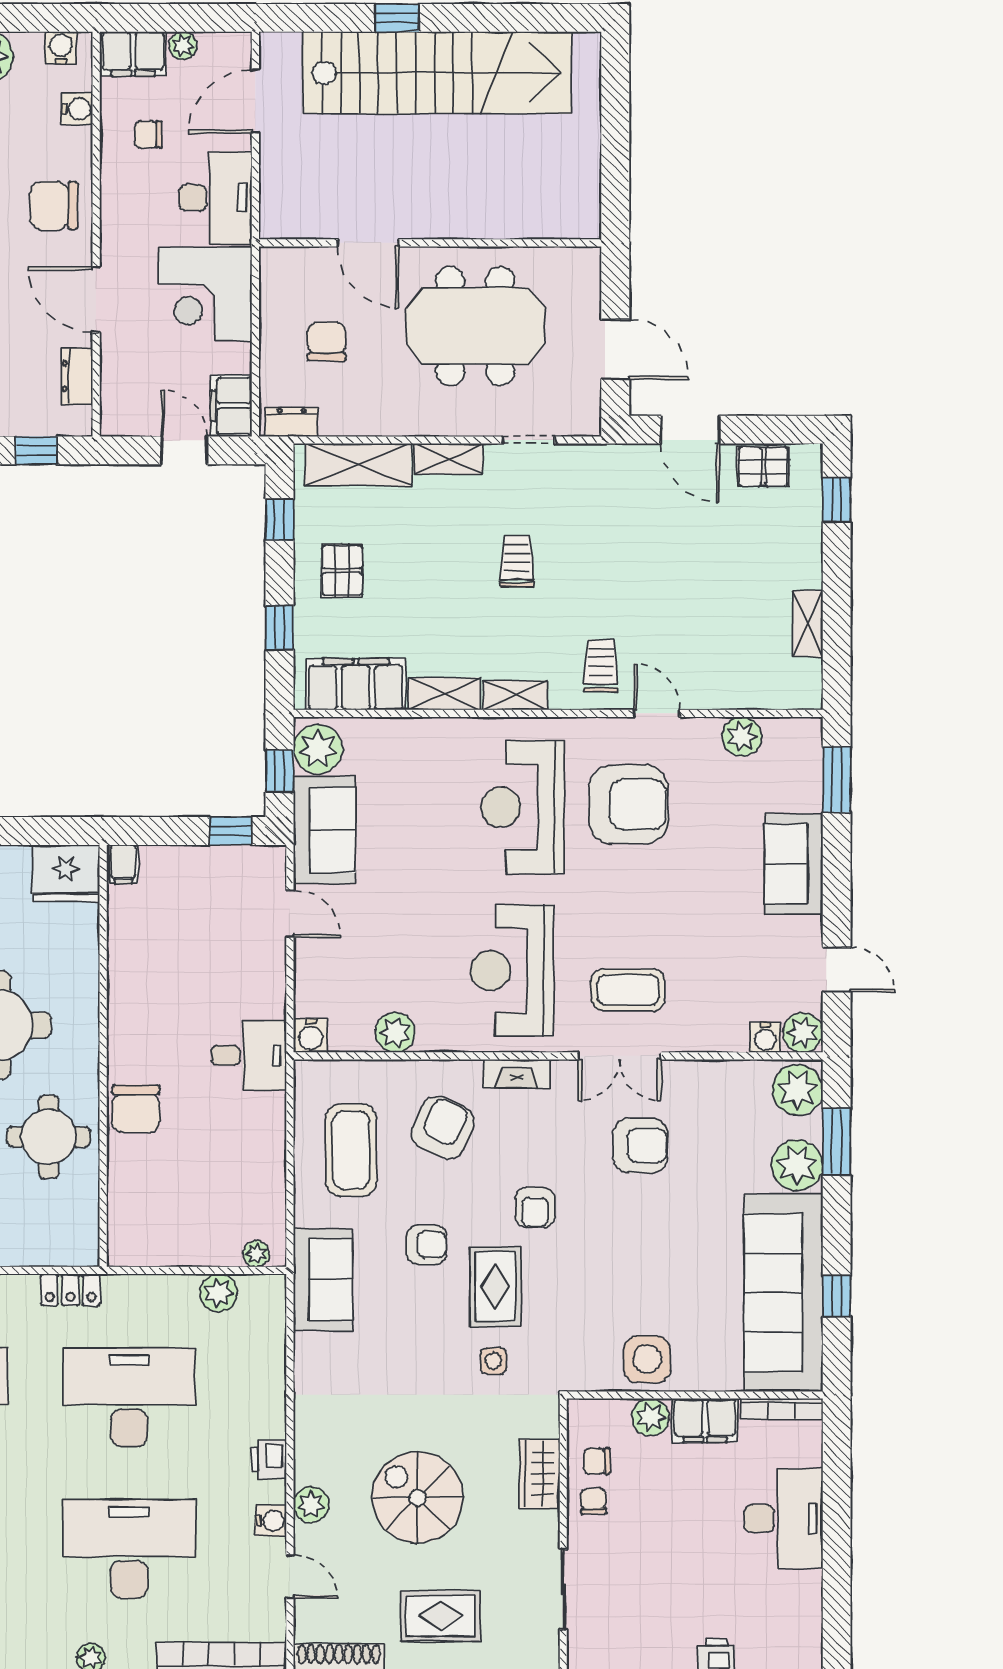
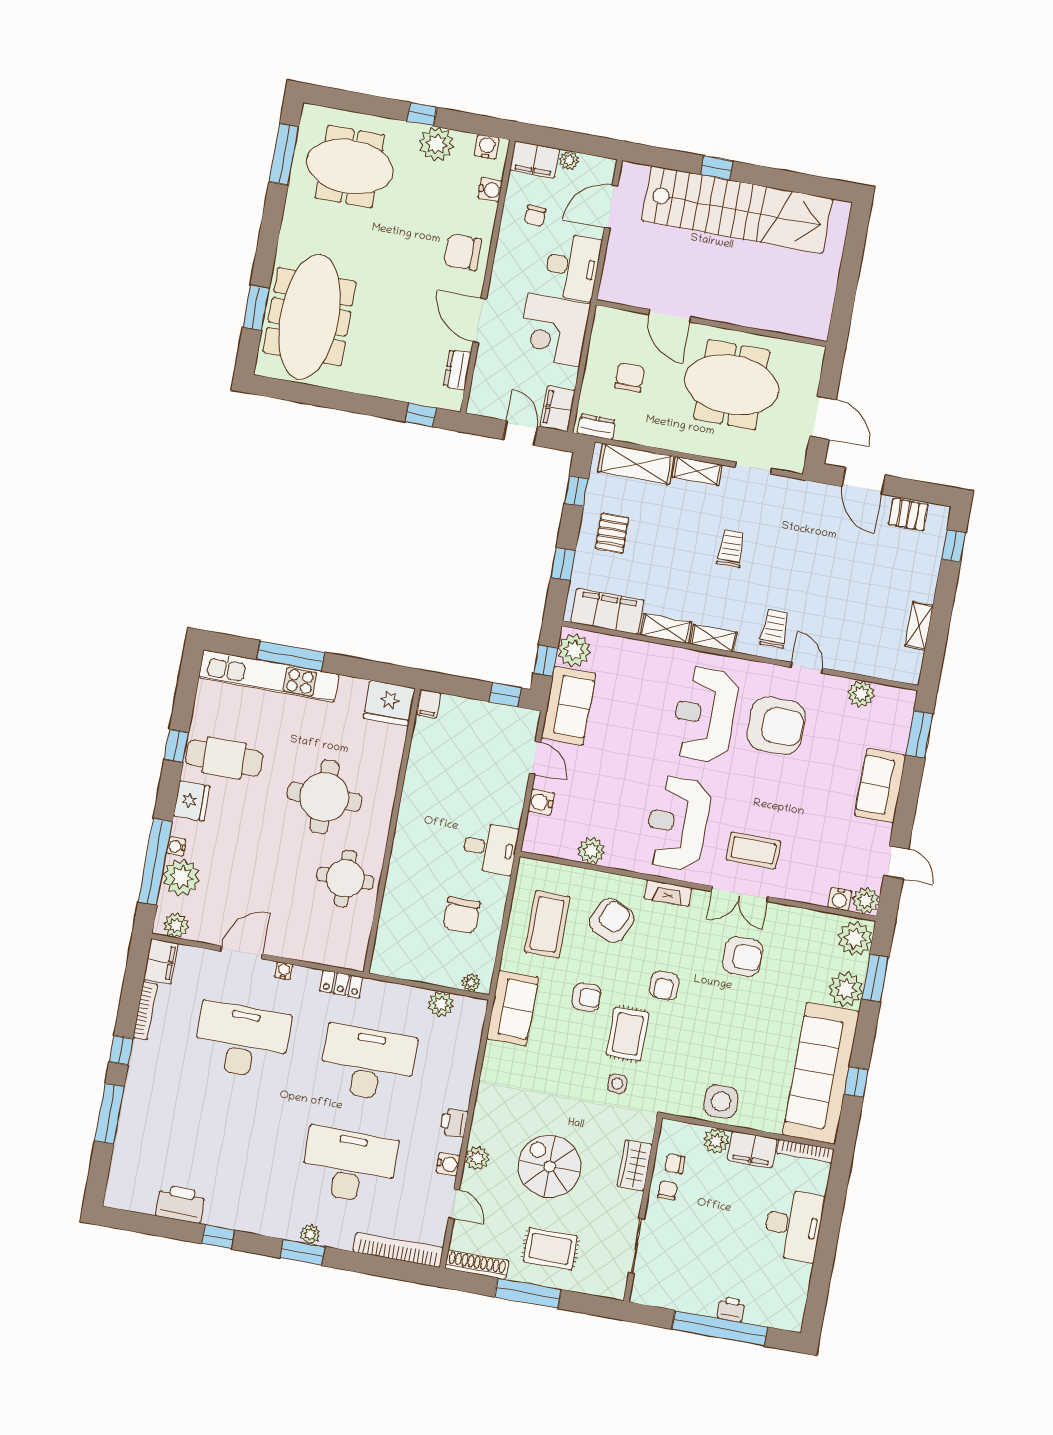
chair: (148, 134) -> (535, 216), turned -87
water cooler: (311, 1035) -> (541, 802), moved, turned 90
chair: (136, 1109) -> (462, 915), moved

